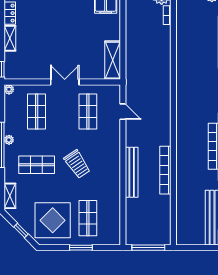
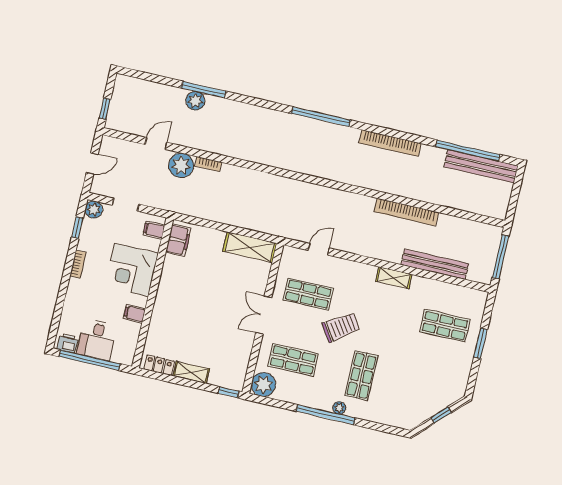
plant: (9, 89) -> (263, 385), width x1.88, depth x1.88
plant: (9, 140) -> (339, 408), moved
trolley: (77, 164) -> (341, 327), moved
bench: (132, 172) -> (435, 264), moved
shelving: (10, 196) -> (394, 278), moved
display table: (53, 220) -> (437, 372), removed

